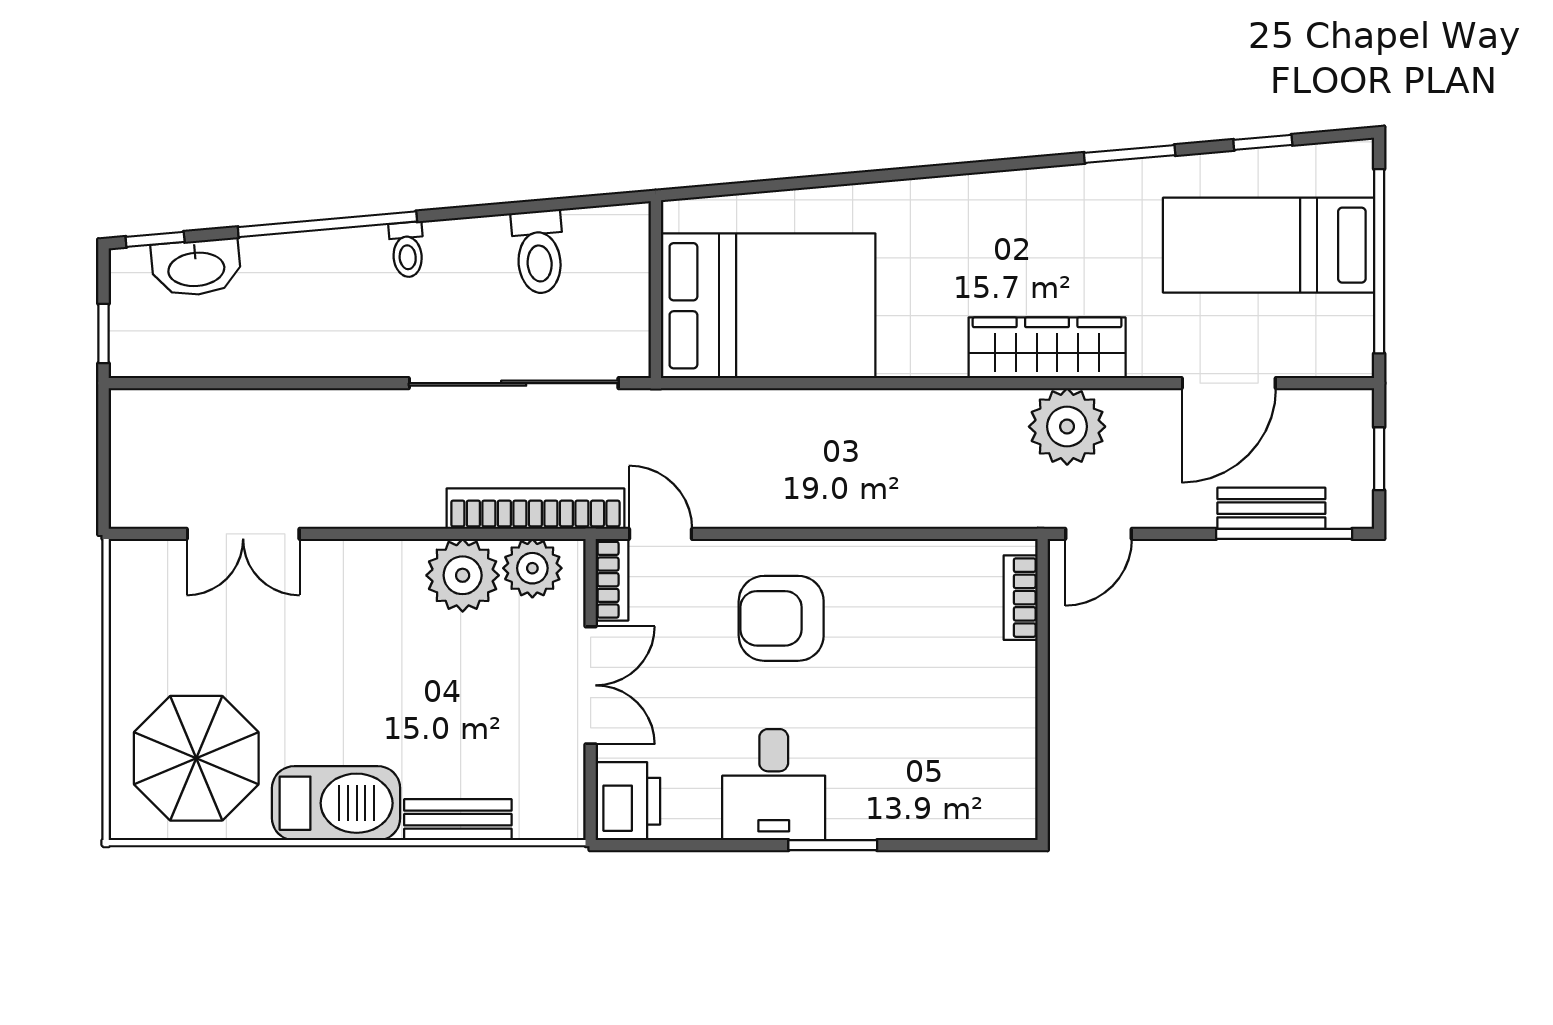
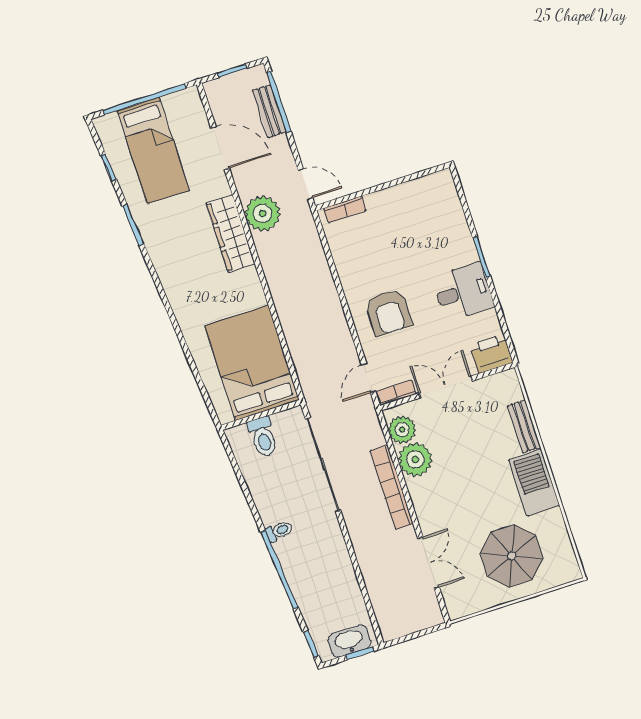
toilet: (539, 252) -> (263, 437), moved, turned 95
washbasin: (196, 268) -> (349, 641), moved, turned -85
bookcase: (535, 509) -> (392, 487), moved
parasol: (196, 758) -> (512, 556), moved

